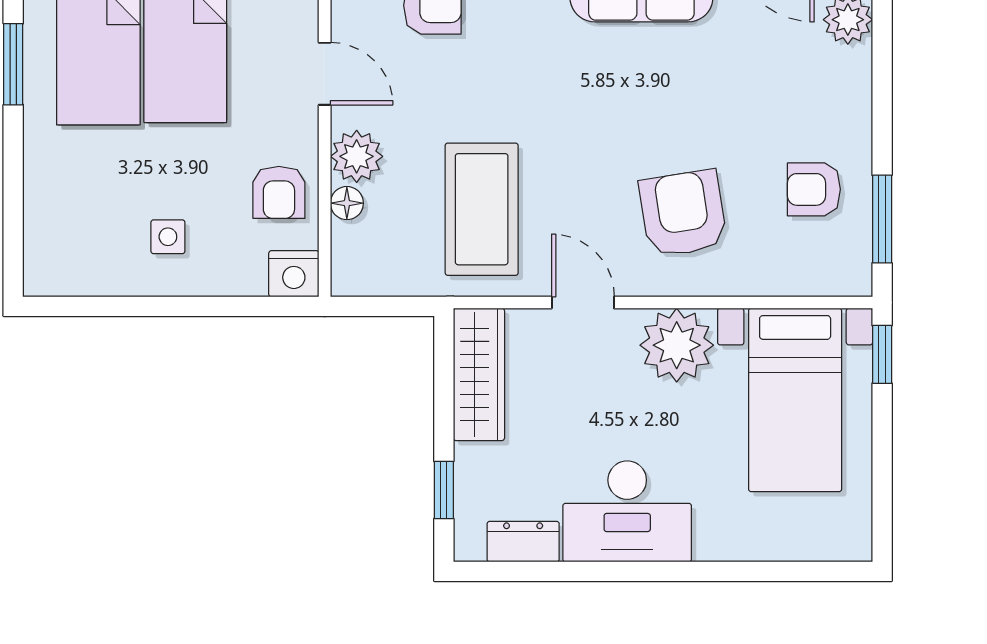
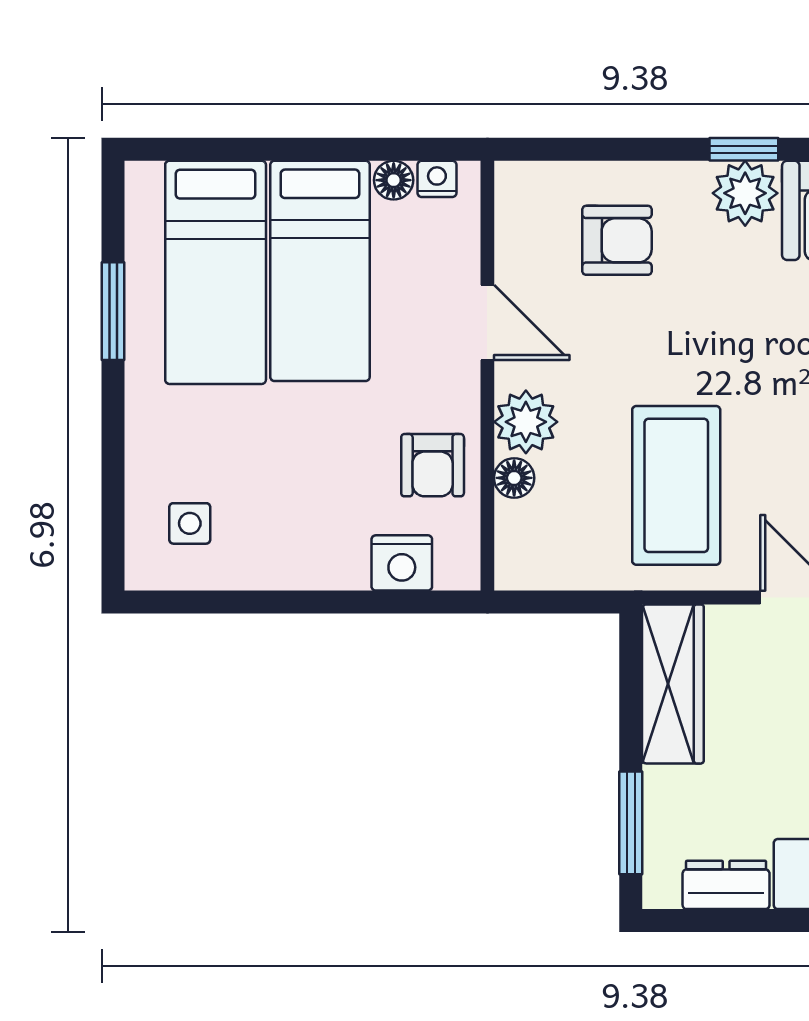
side table: (168, 237) -> (190, 523), moved
nightstand: (294, 274) -> (402, 563), moved
window: (444, 490) -> (631, 823), width x1.50

